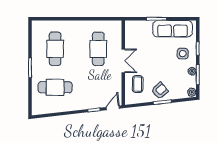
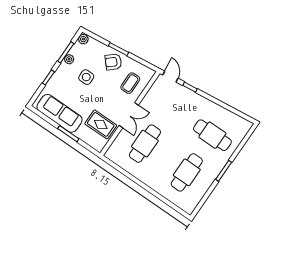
rug: (138, 41) -> (101, 124), added
side table: (183, 54) -> (86, 77), moved
double door: (123, 61) -> (129, 115), swing flipped
door: (113, 108) -> (170, 77), swing flipped

